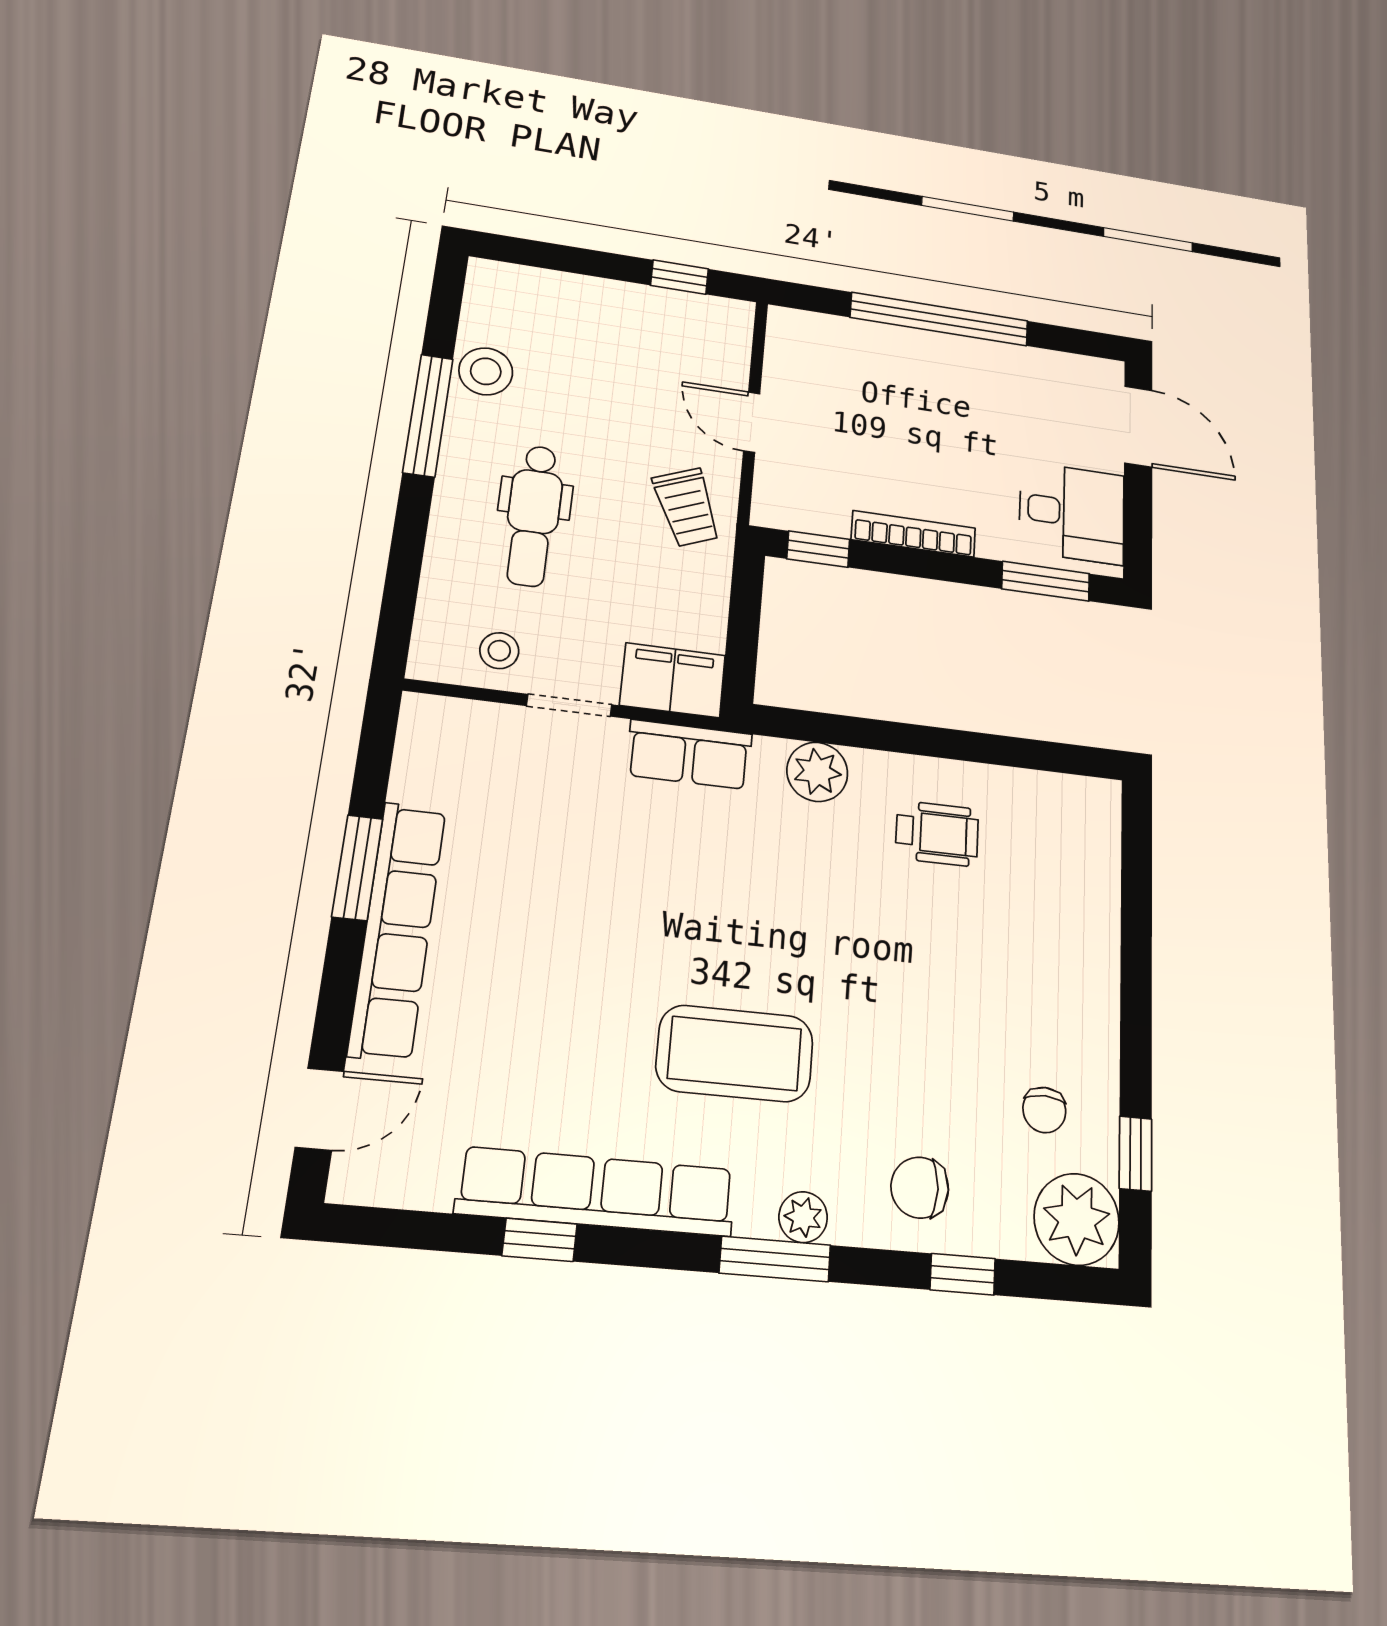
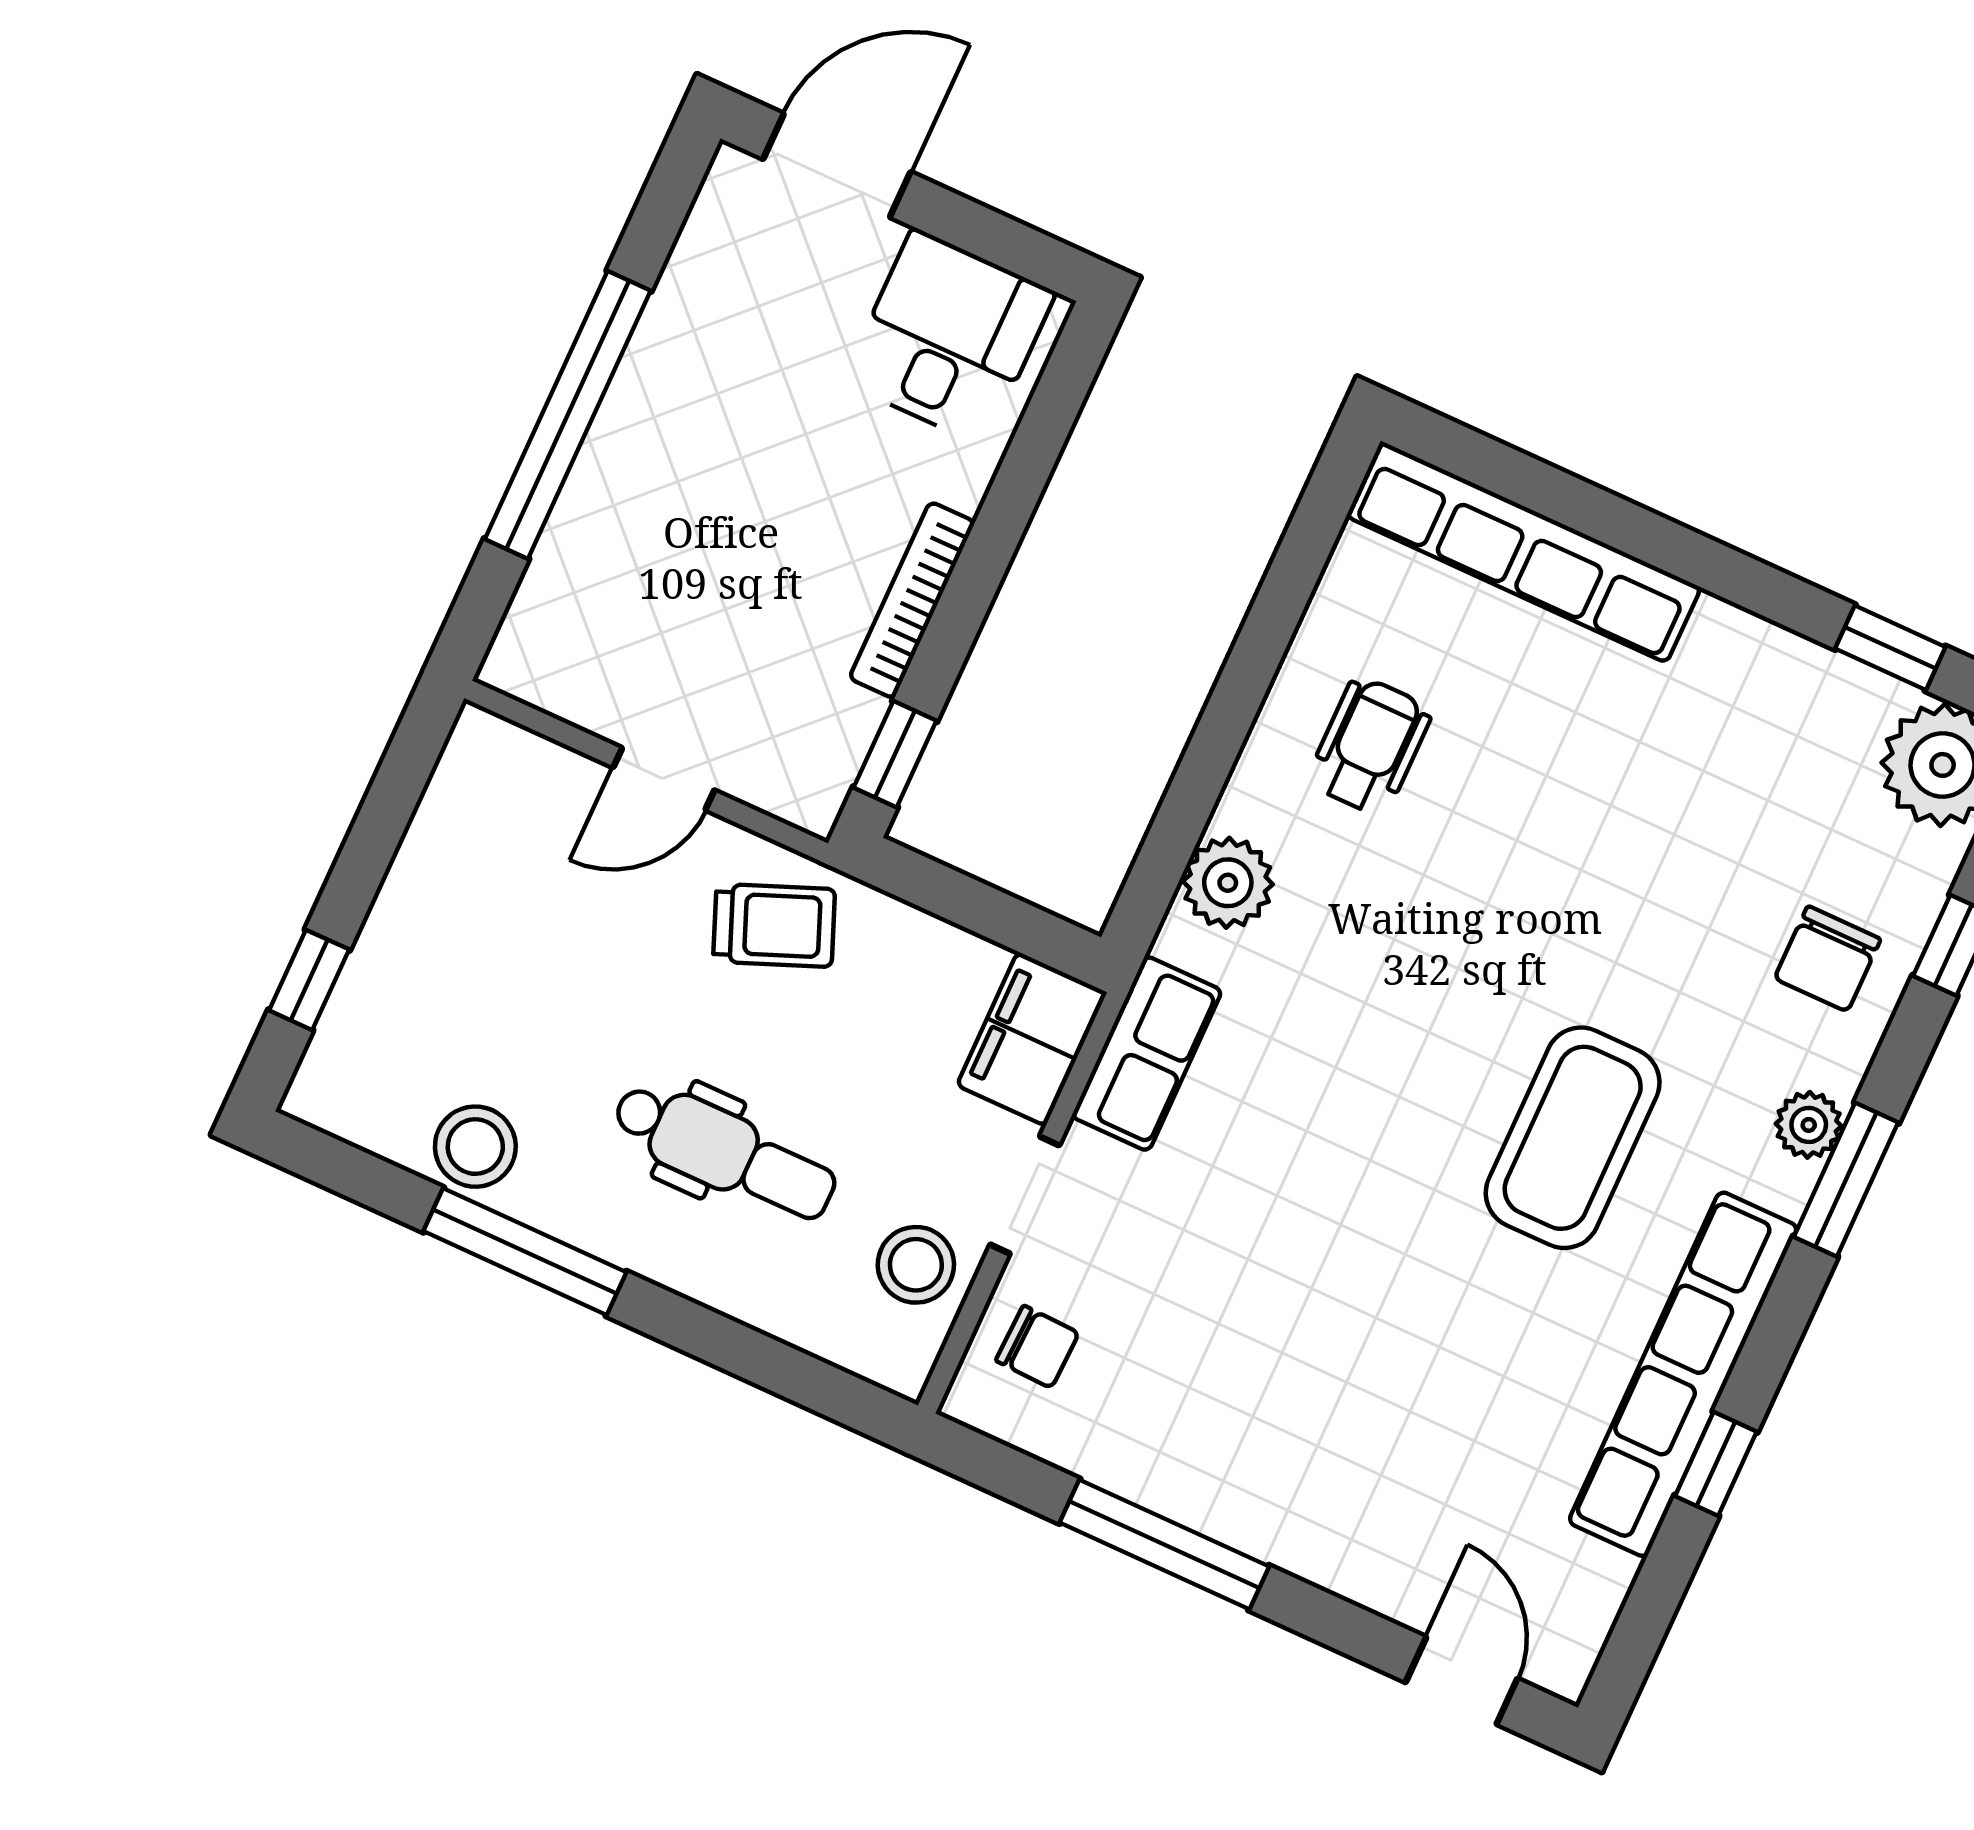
window: (680, 277) -> (309, 980), moved
window: (1046, 581) -> (1045, 426), removed
stool: (499, 651) -> (916, 1265), width x1.37, depth x1.37
window: (357, 868) -> (1164, 1544), width x1.44
row of seats: (398, 930) -> (1524, 552), moved, turned 180
chair: (1044, 1110) -> (1037, 1347), moved

